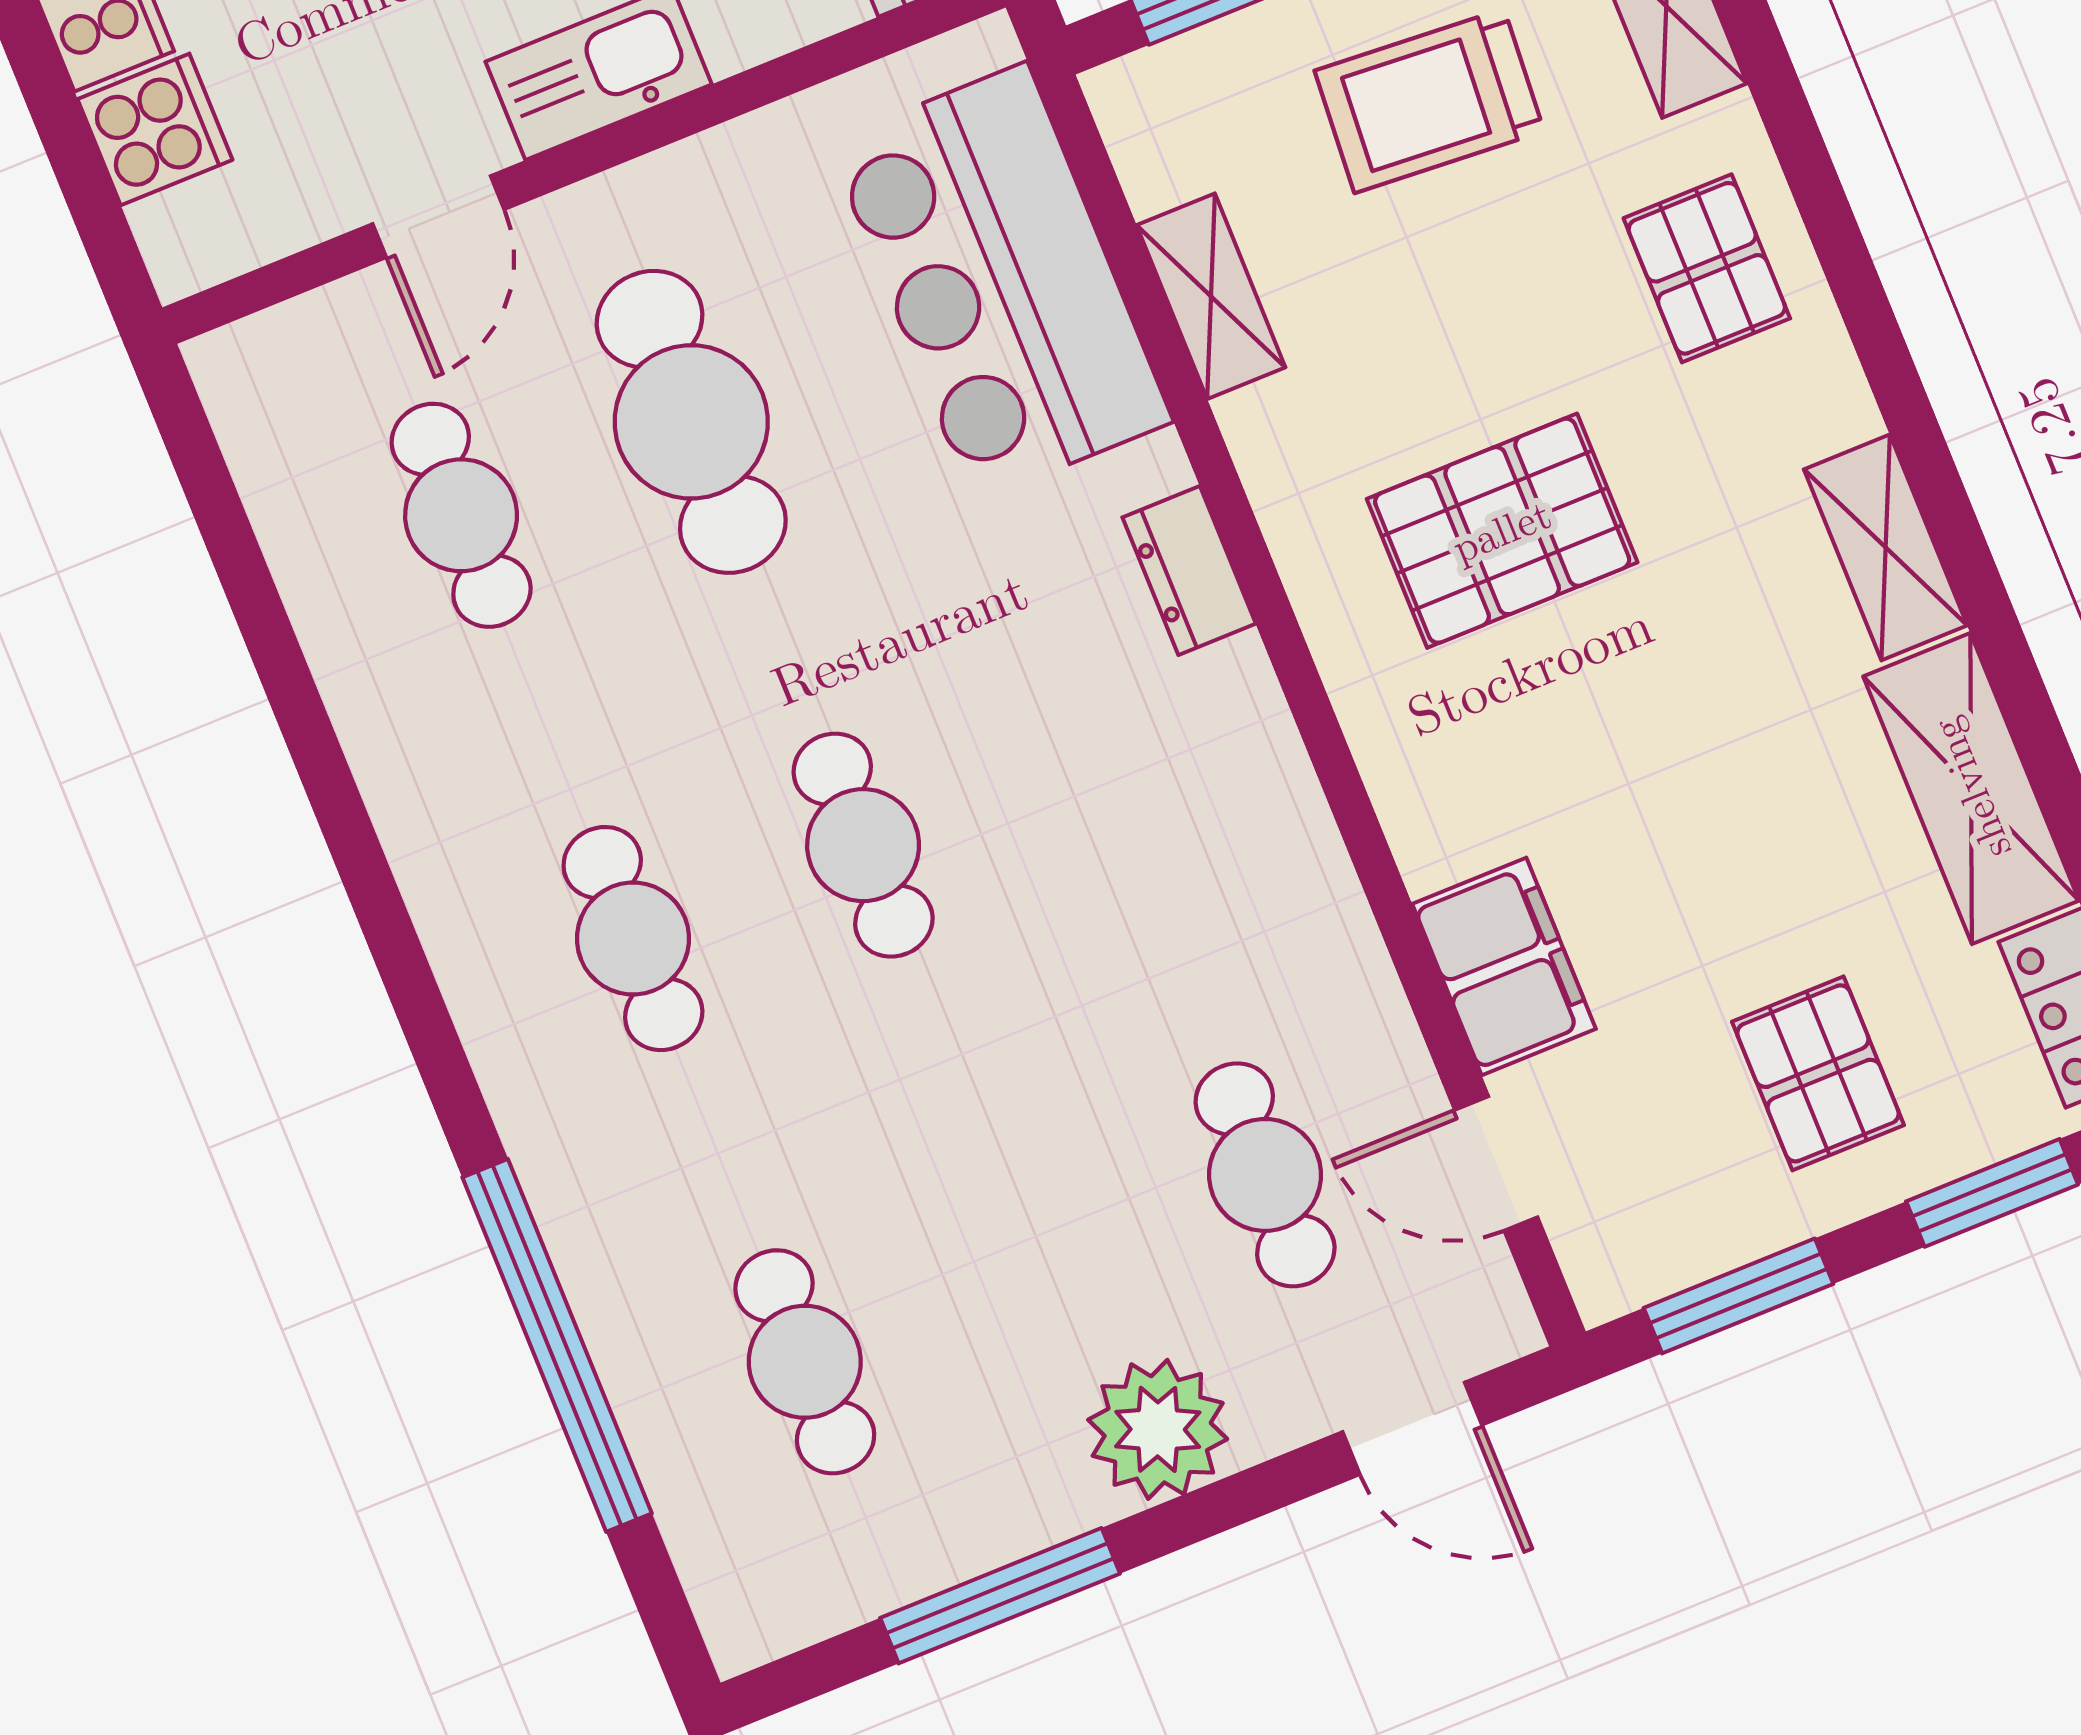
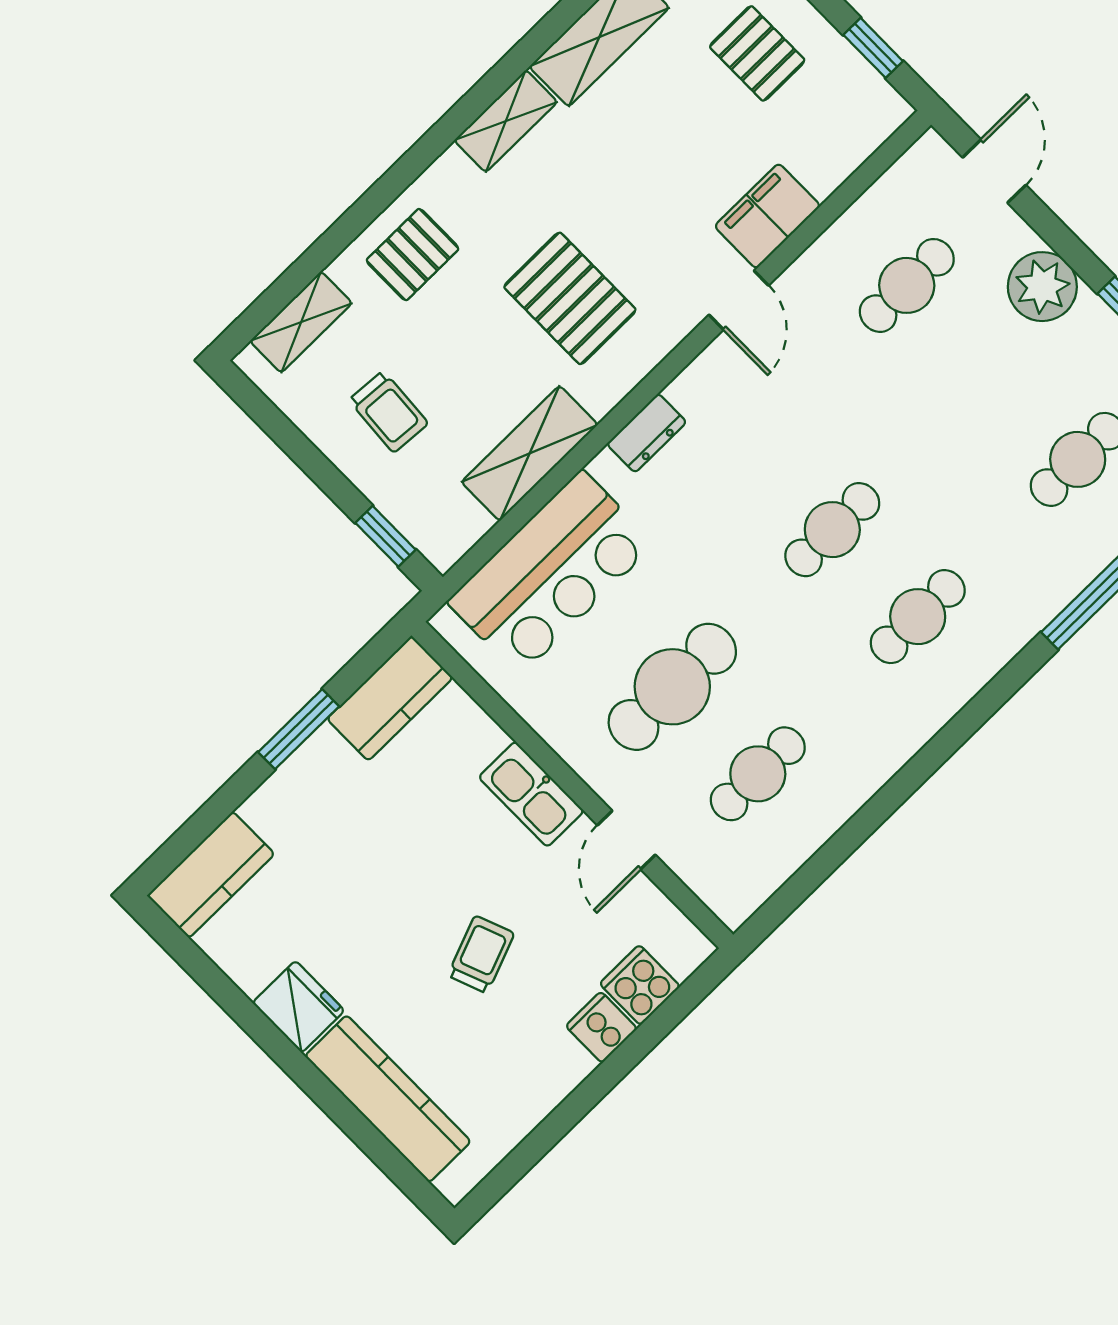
trolley: (1429, 101) -> (388, 412), width x0.73, depth x0.72
door: (438, 217) -> (626, 840), swing flipped
shelving: (1211, 296) -> (530, 453), width x1.50, depth x1.33
pallet: (1818, 1073) -> (757, 53), turned 90
door: (1496, 1163) -> (739, 300), moved
window: (1738, 1296) -> (873, 48), width x0.67

